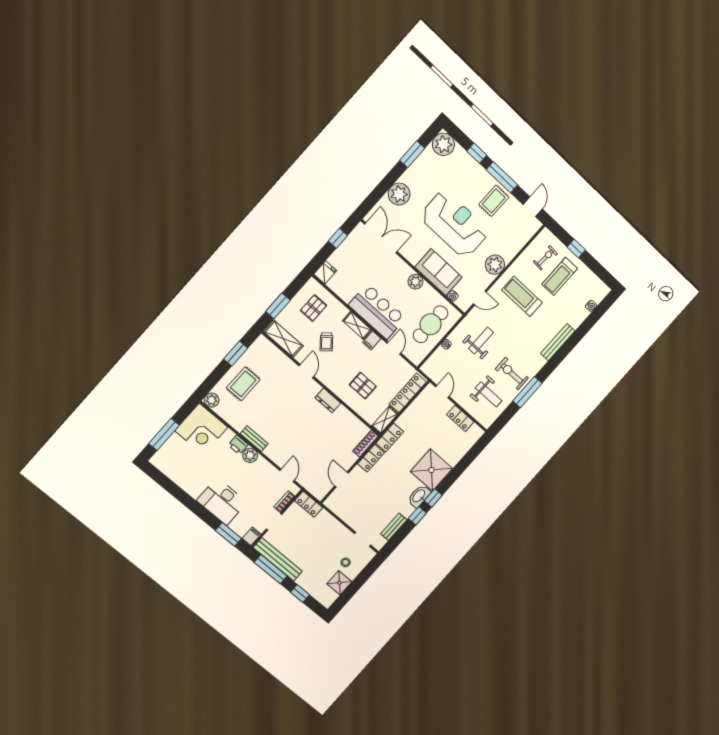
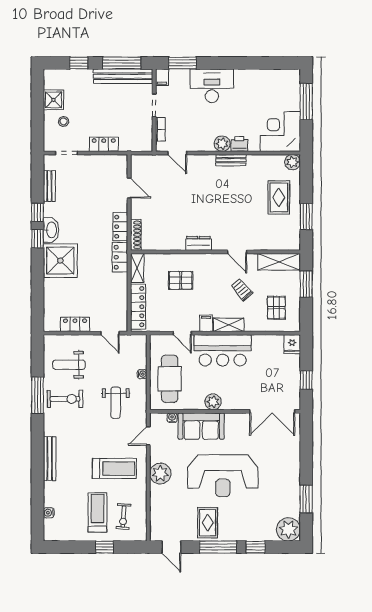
plant: (399, 194) -> (289, 459), removed
locker: (309, 504) -> (104, 144), moved

